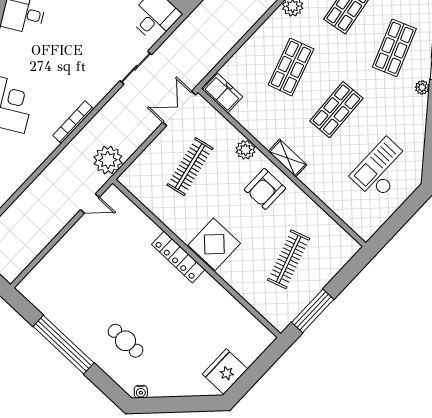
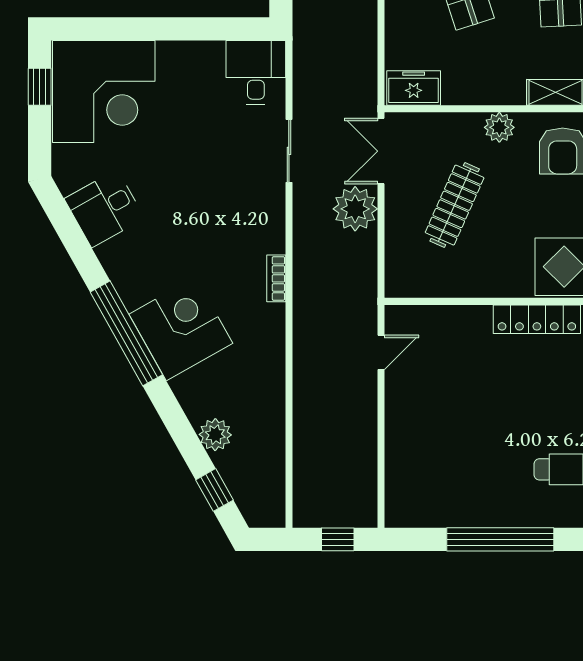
bookcase: (73, 122) -> (276, 278), width x0.64
plant: (108, 160) -> (355, 209), moved
clothes rail: (190, 167) -> (455, 205), turned 36

